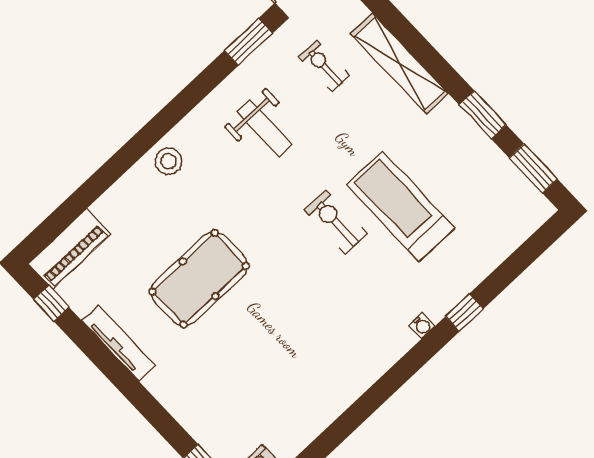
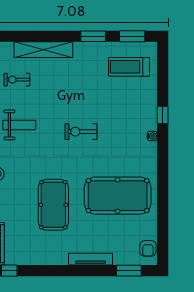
treadmill: (401, 206) -> (129, 67), moved, width x0.73, depth x0.73
tv unit: (118, 343) -> (91, 259), moved
pool table: (295, 355) -> (118, 196), added

